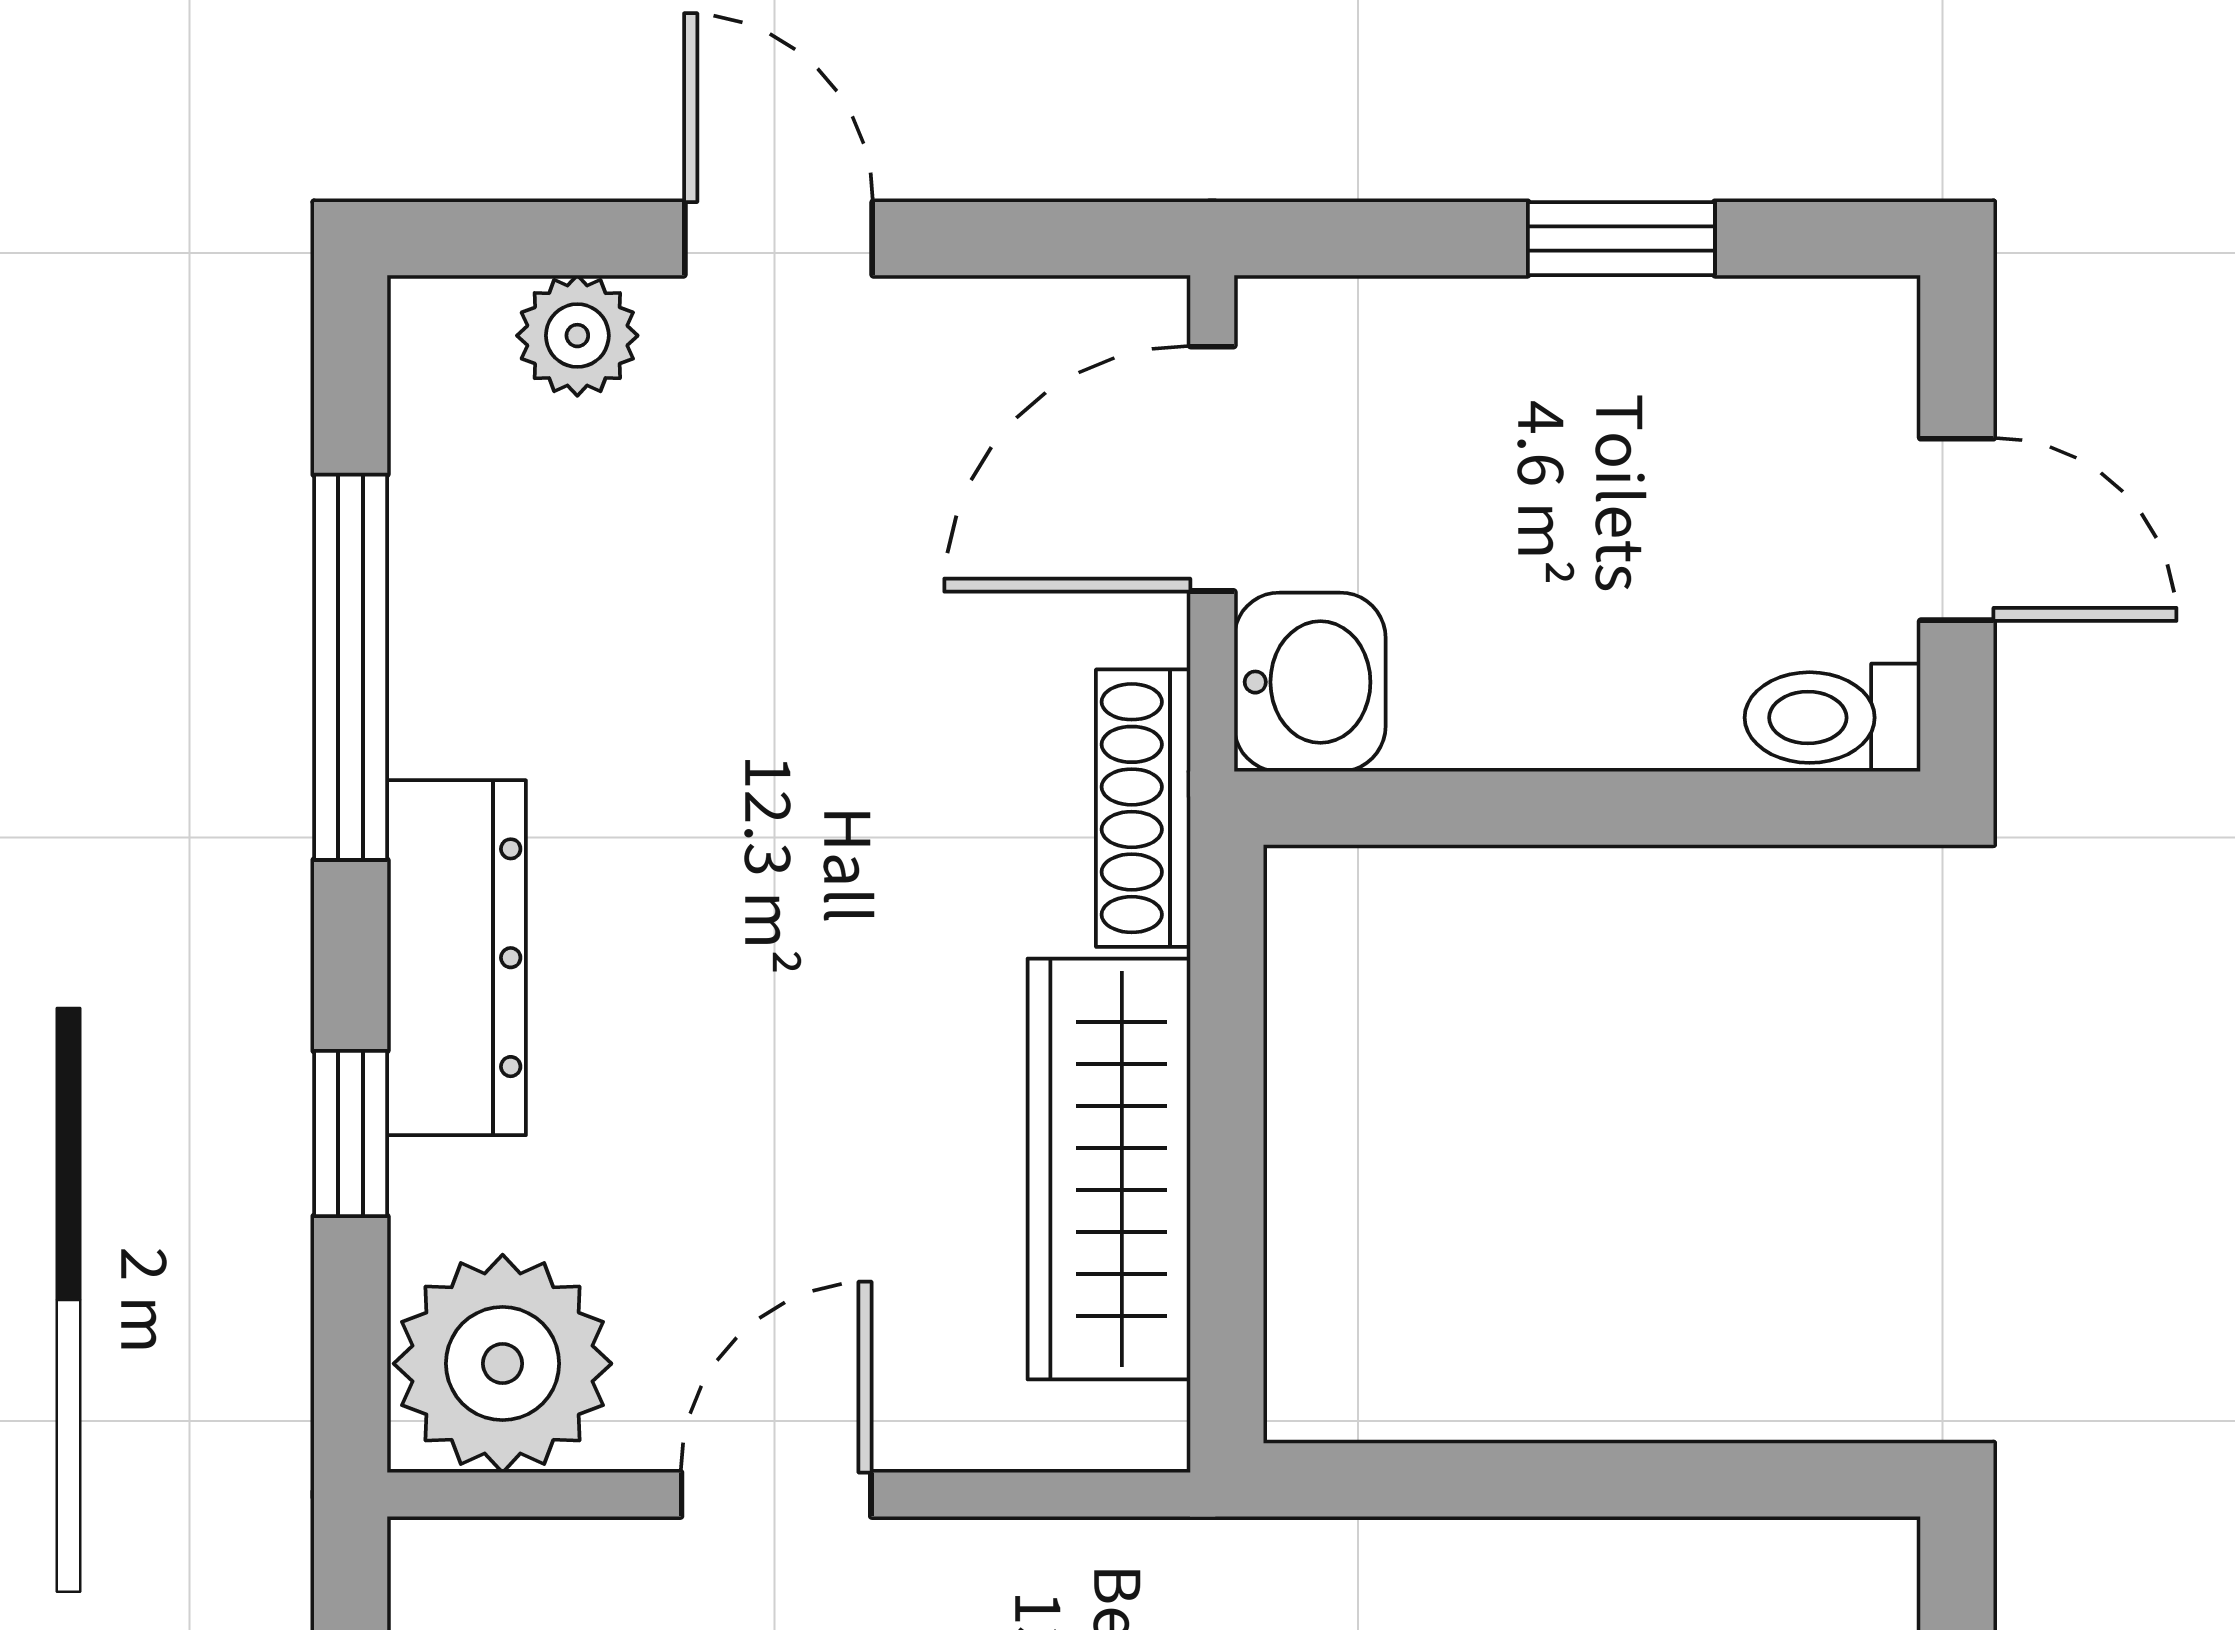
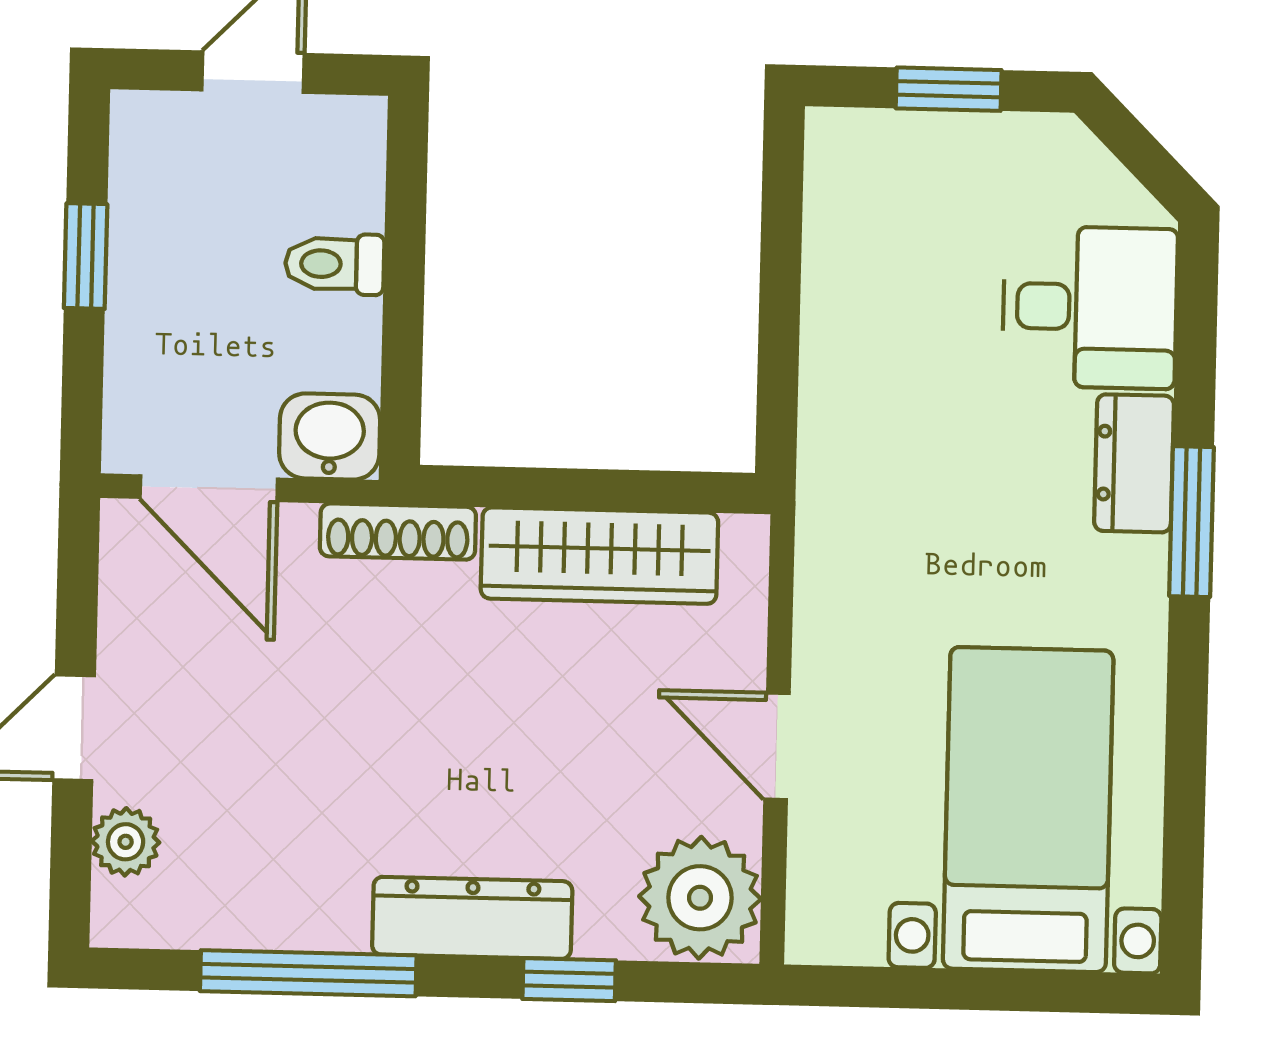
toilet: (1832, 718) -> (335, 264), moved, turned 90

